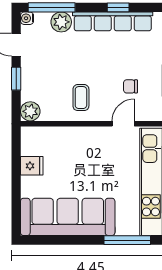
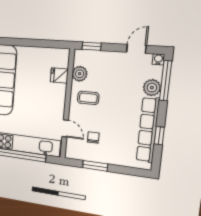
window: (16, 79) -> (92, 46), moved
plant: (30, 111) -> (80, 74), moved
fridge: (32, 166) -> (59, 75), moved, turned 90

